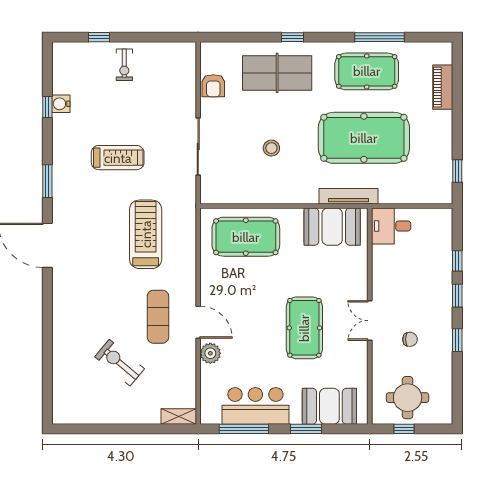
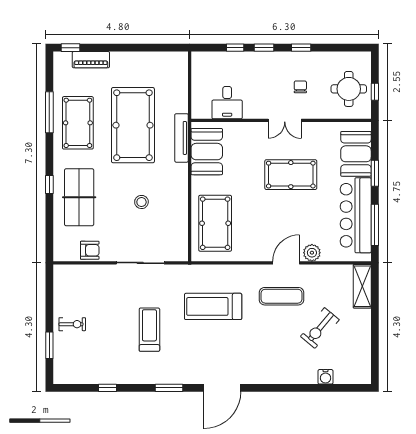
window: (99, 37) -> (49, 345), width x1.50
water cooler: (61, 104) -> (325, 377), moved
window: (457, 171) -> (70, 48), moved
desk: (391, 226) -> (227, 103), moved
bar counter: (255, 406) -> (356, 215), width x1.36
shelving: (179, 417) -> (362, 286), width x1.50, depth x1.33

